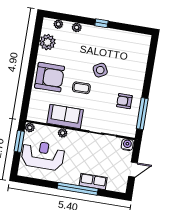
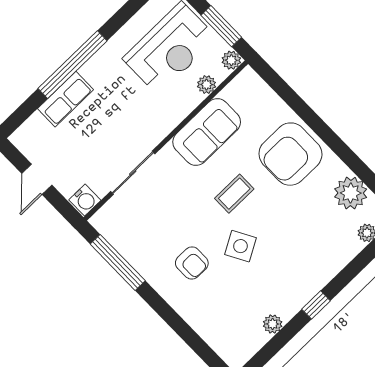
plant: (77, 27) -> (273, 324), moved
armchair: (124, 101) -> (192, 263), moved, turned 90
plant: (63, 133) -> (207, 85), moved

